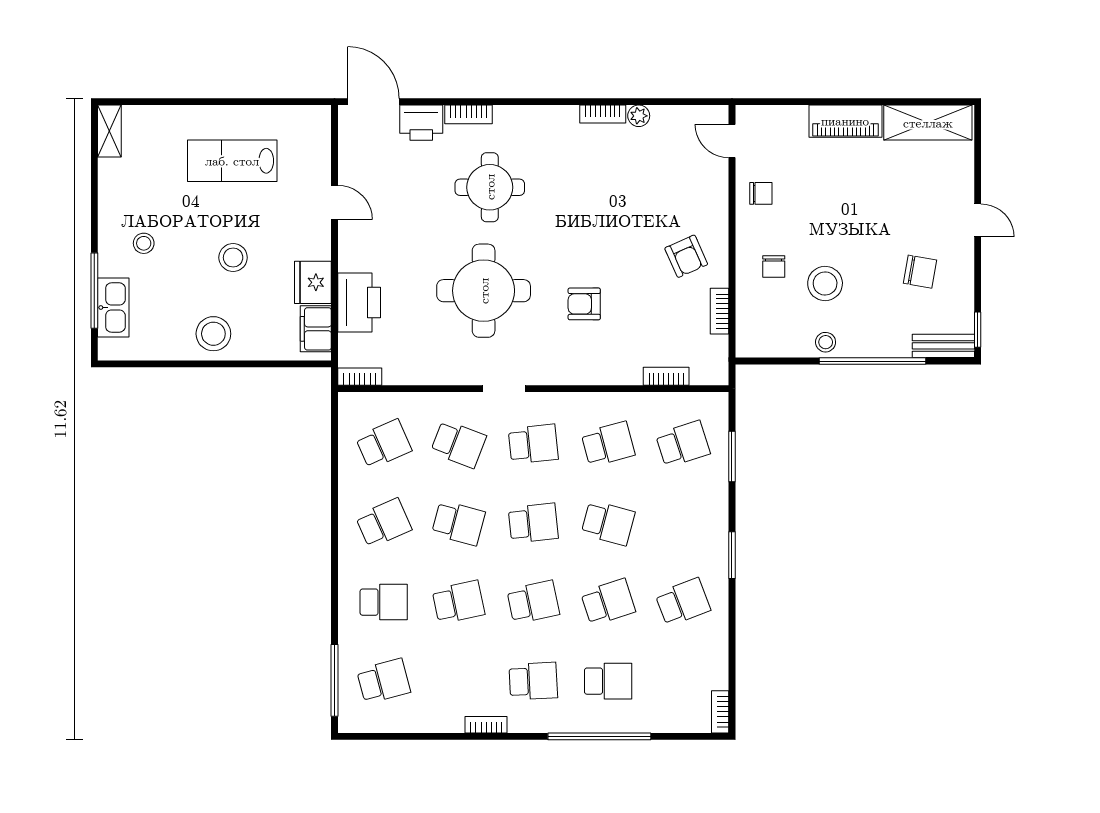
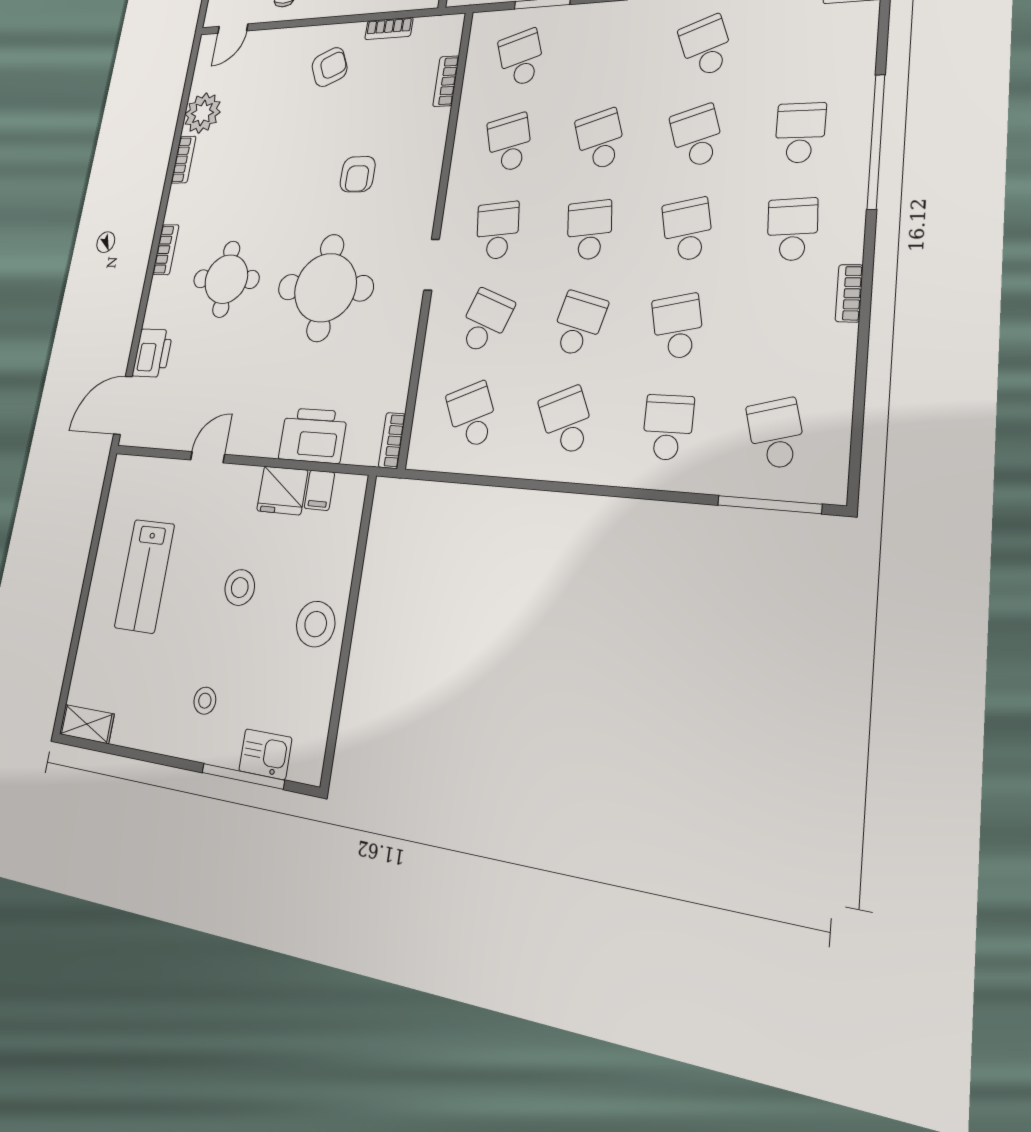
bookcase: (469, 114) -> (166, 250), moved
plant: (639, 116) -> (203, 113), width x1.88, depth x1.88
kitchen sink: (113, 307) -> (265, 754), width x0.73
filing cabinet: (316, 329) -> (319, 490), width x0.50
school desk: (608, 523) -> (600, 140), turned -33

